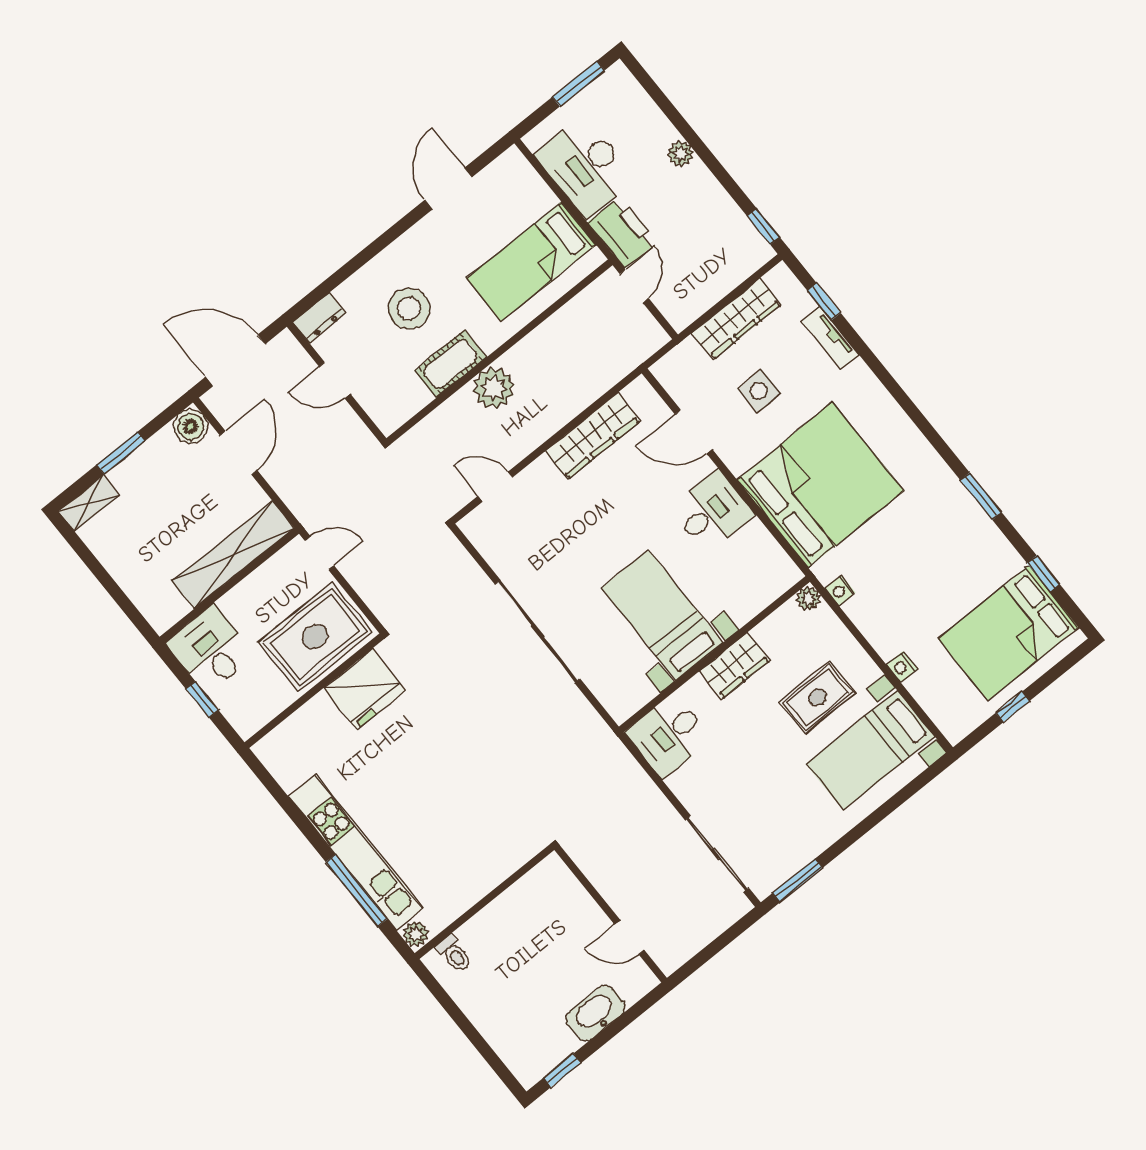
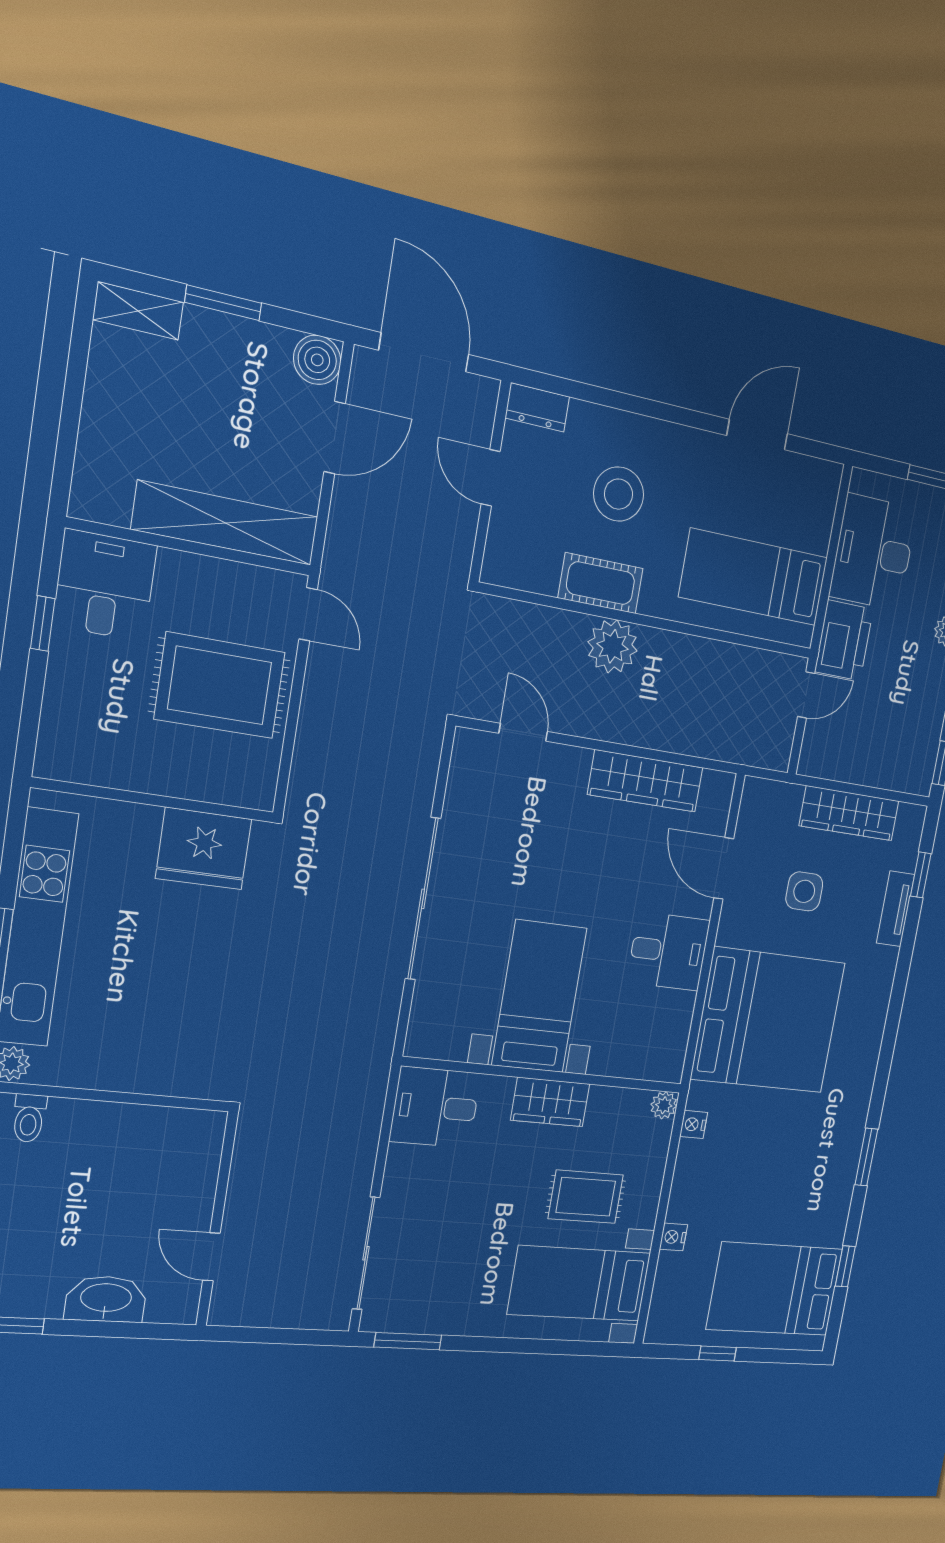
fridge: (364, 689) -> (204, 849), moved
wall: (314, 691) -> (154, 800), moved

